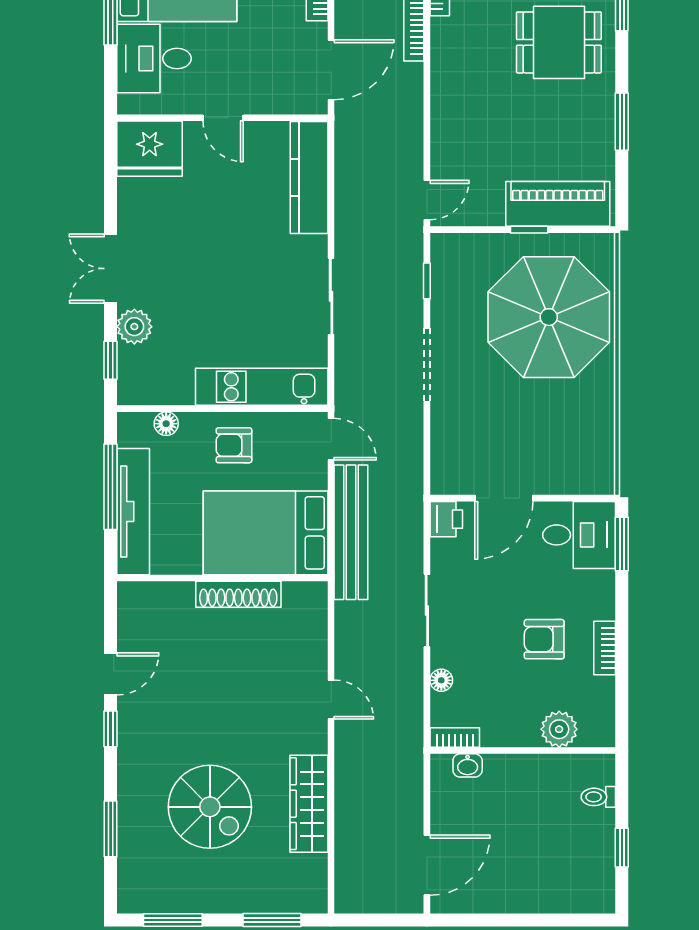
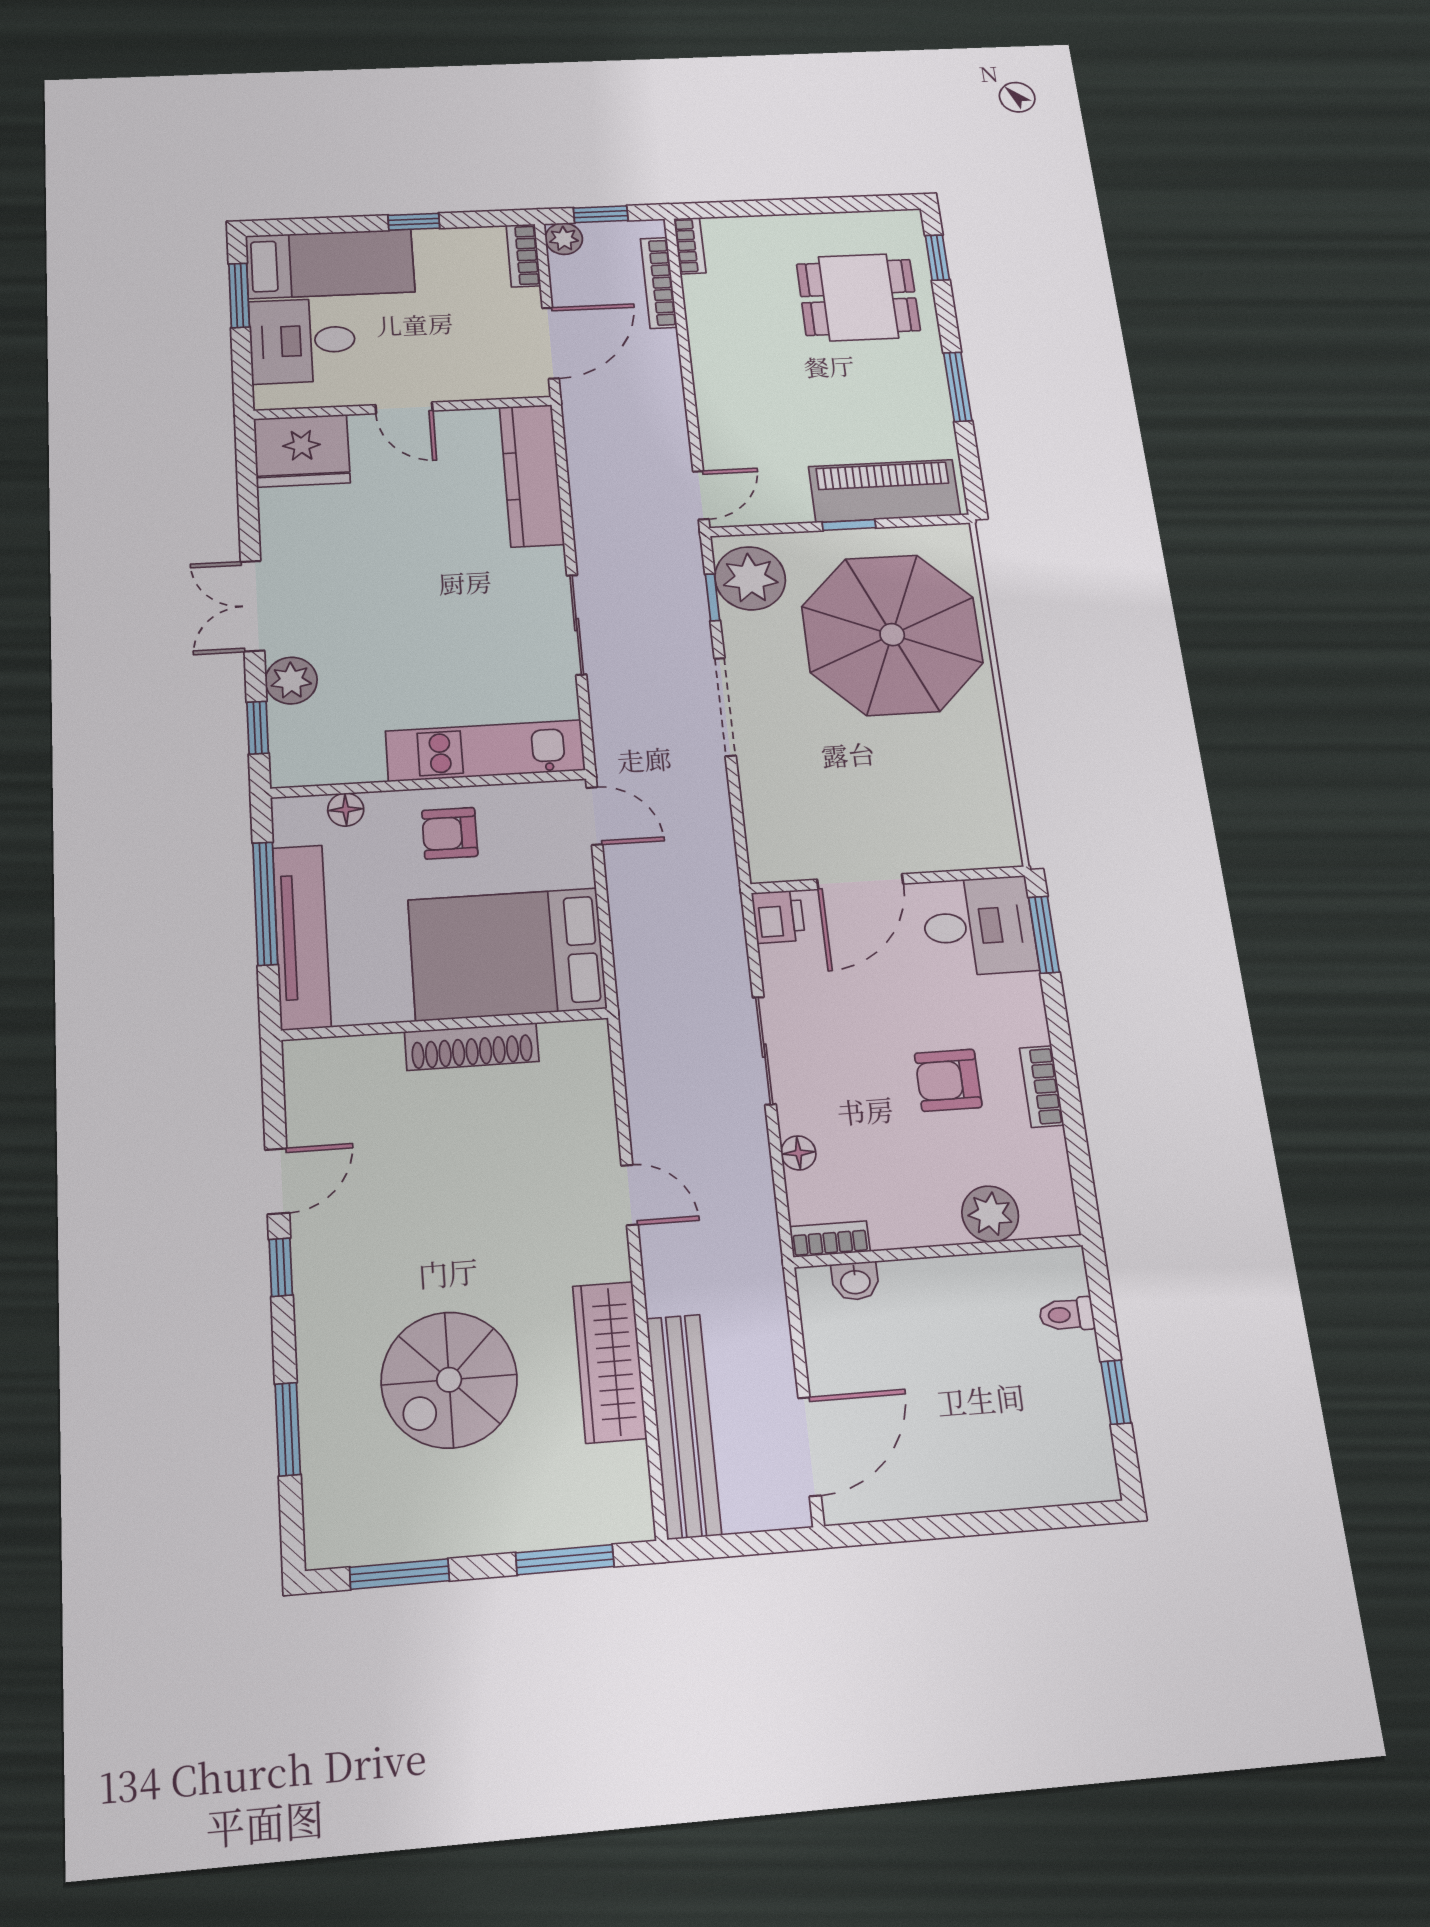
plant: (455, 268) -> (750, 578), added
bench: (351, 532) -> (684, 1425), moved
spiral stairs: (210, 807) -> (449, 1380), turned 90

